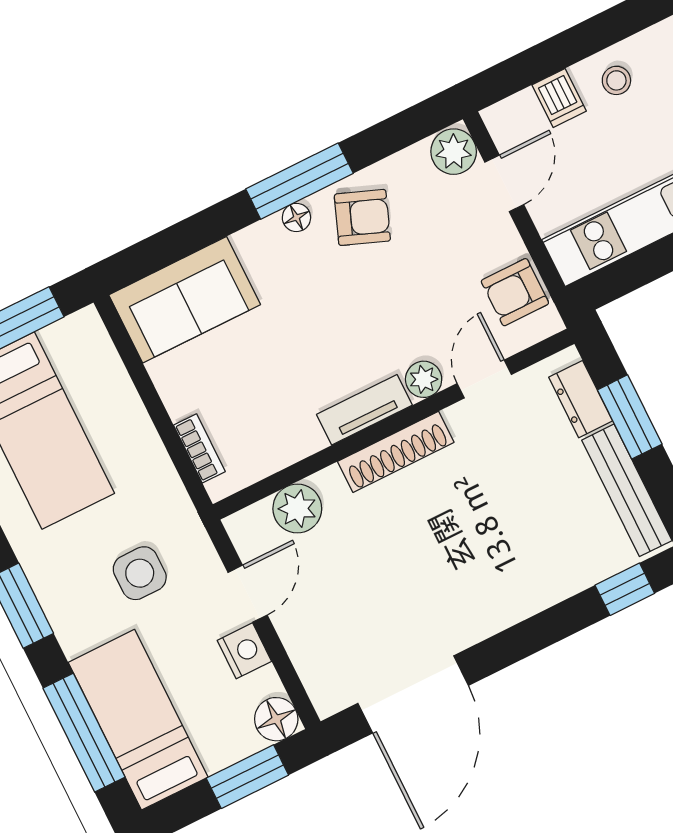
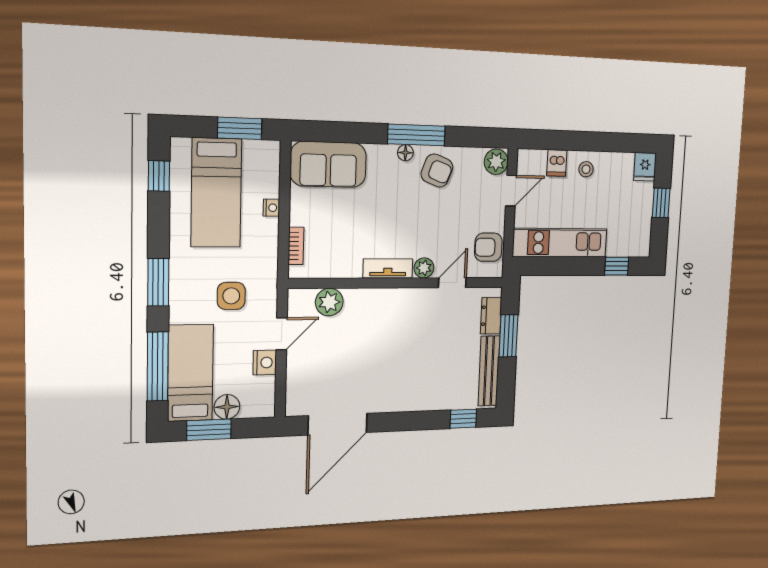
nightstand: (132, 410) -> (271, 208), added
shoe rack: (396, 452) -> (392, 298), removed
floor lamp: (276, 719) -> (227, 407), moved
window: (247, 777) -> (209, 430), moved

